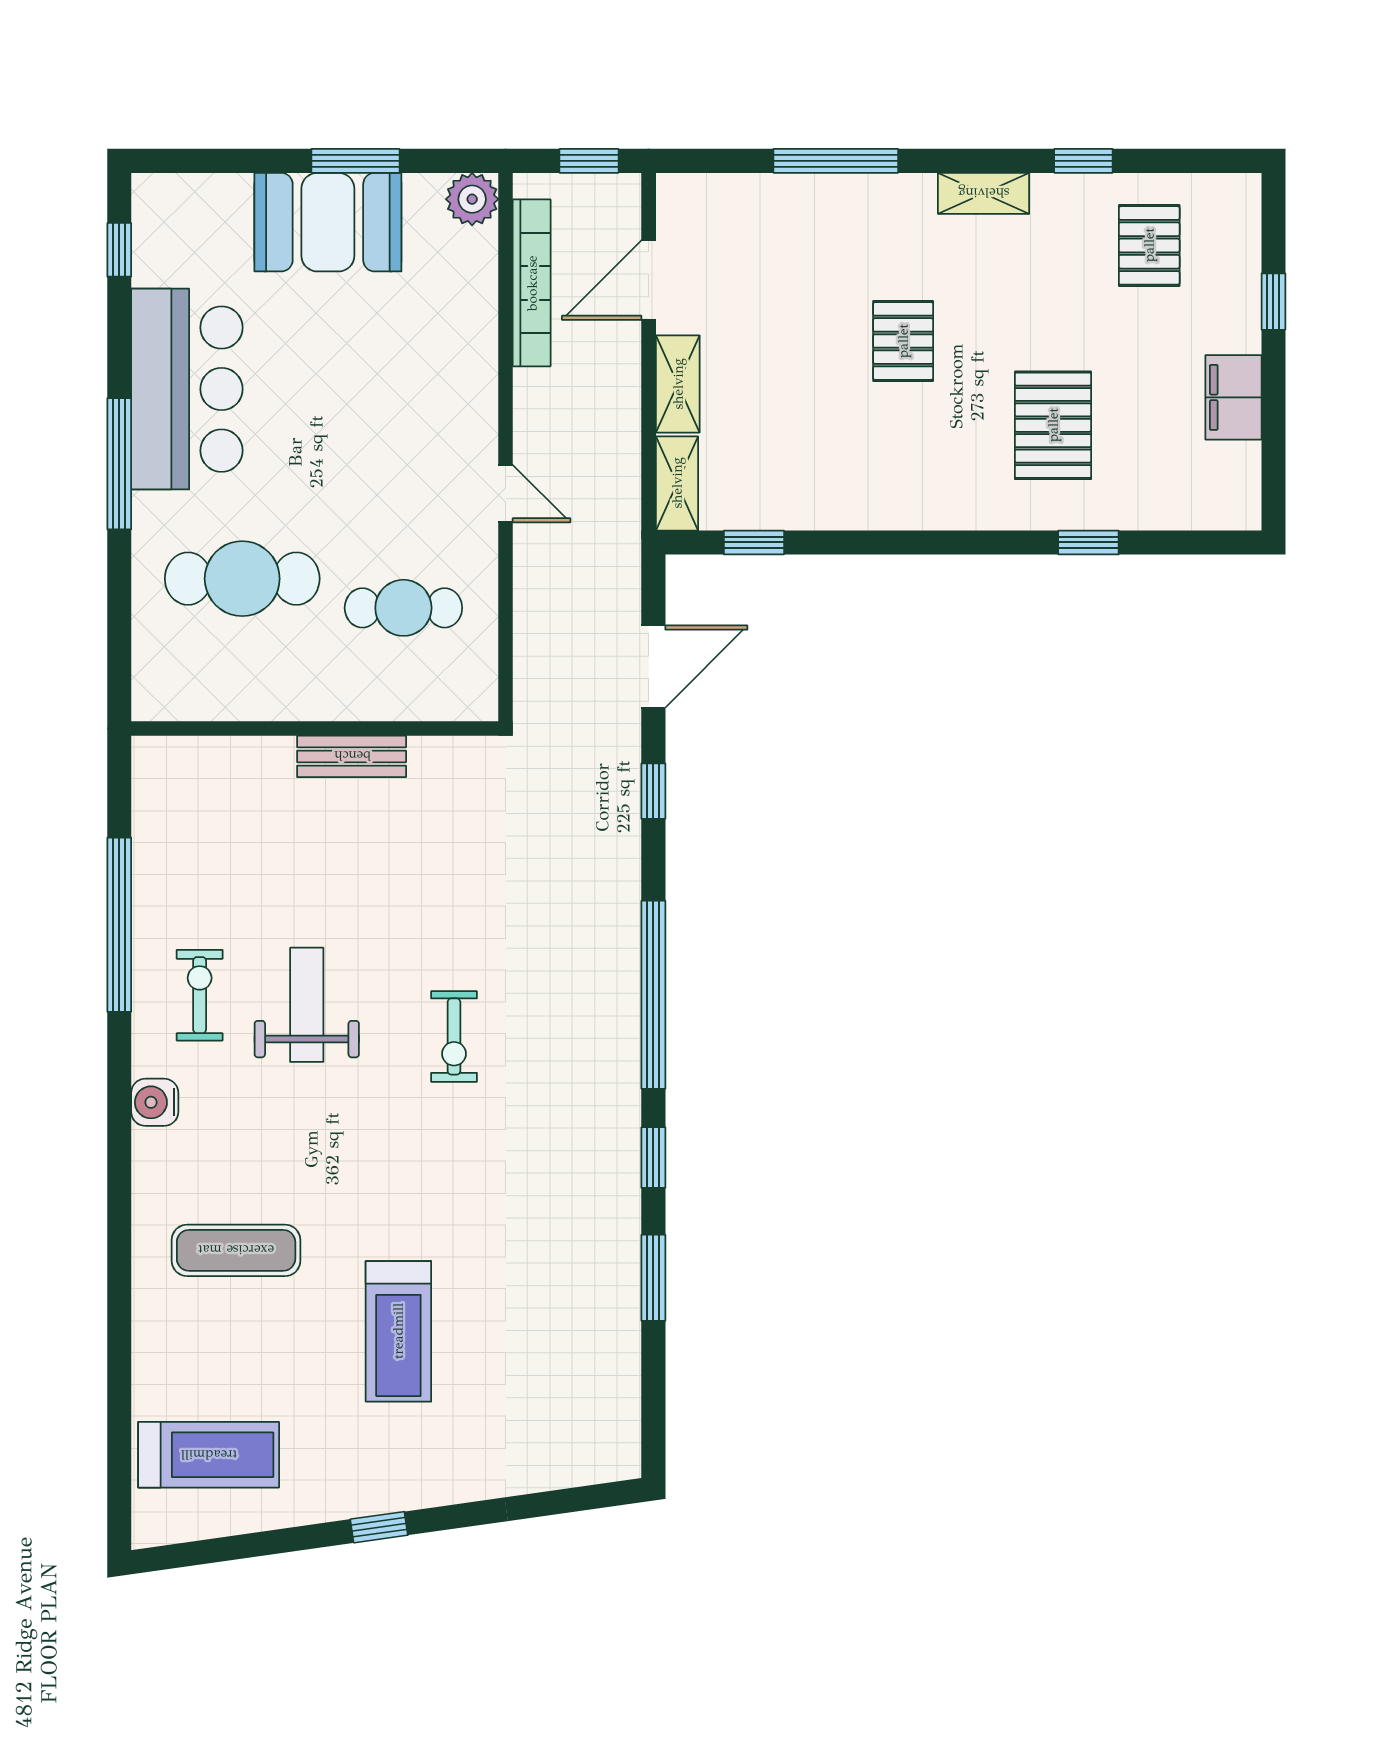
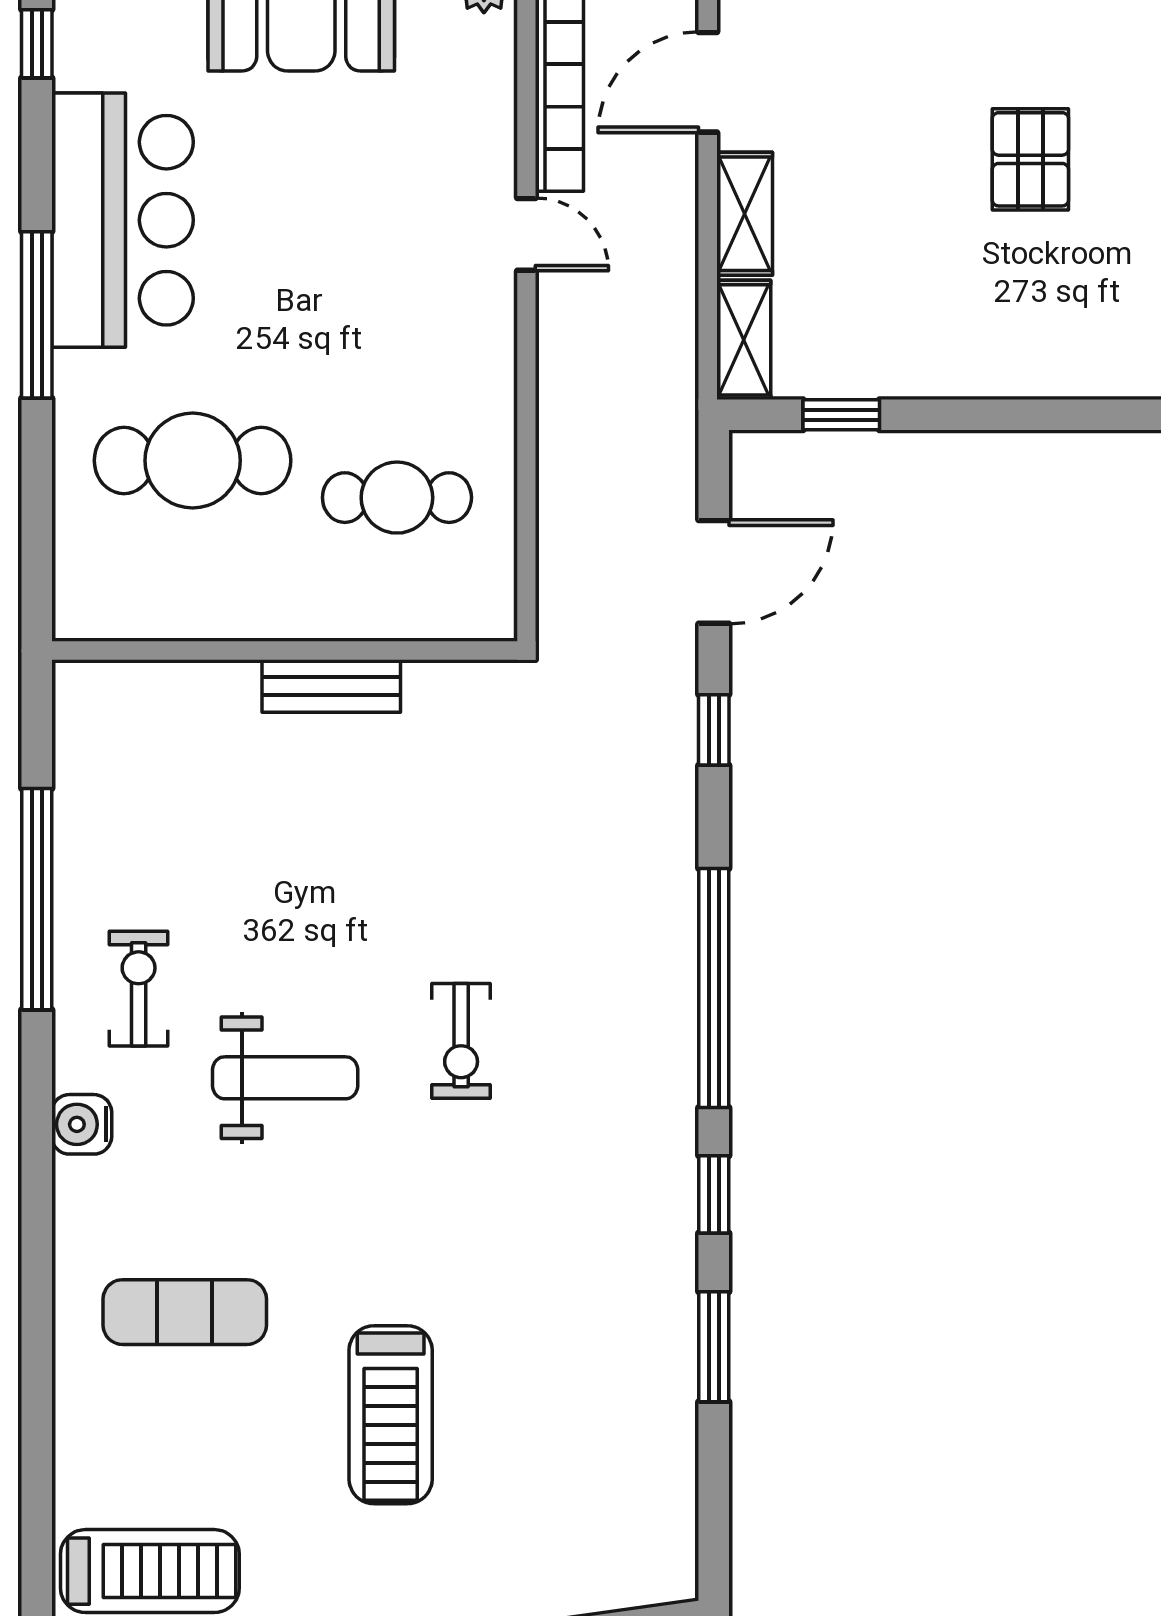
door: (506, 494) -> (526, 234), moved
weight bench: (307, 1005) -> (285, 1078), moved, turned 90

